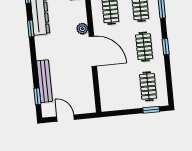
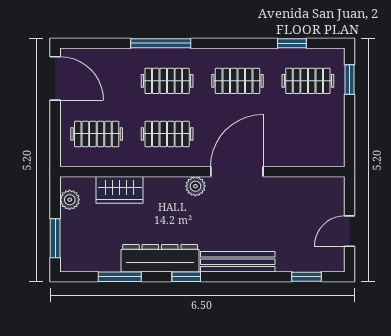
window: (166, 47) -> (292, 43), moved
bench: (44, 81) -> (238, 262), moved

